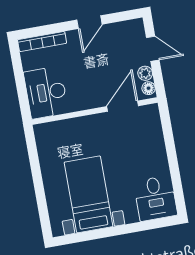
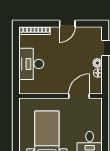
door: (123, 106) -> (79, 96), moved
wall: (95, 111) -> (60, 96), moved

